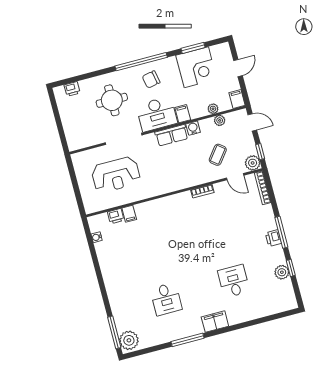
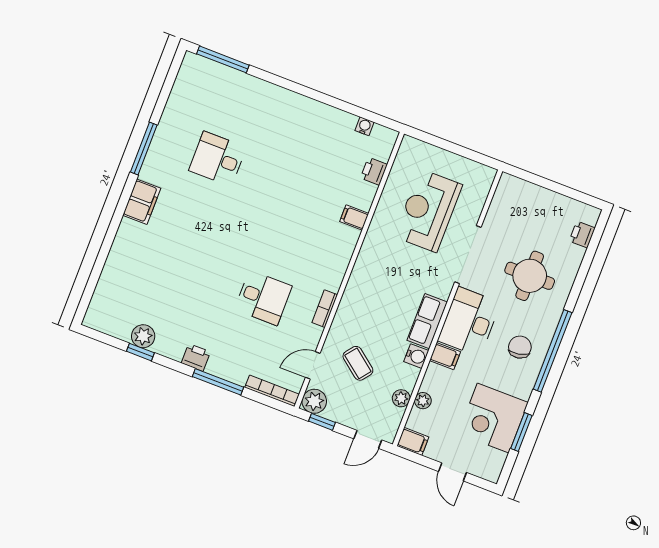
filing cabinet: (129, 214) -> (354, 218), moved
window: (281, 232) -> (218, 382), moved
desk: (234, 281) -> (263, 298), moved
plant: (129, 340) -> (199, 71), removed

